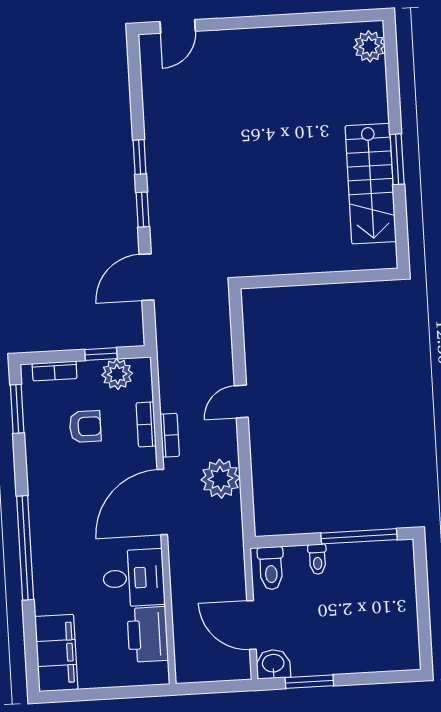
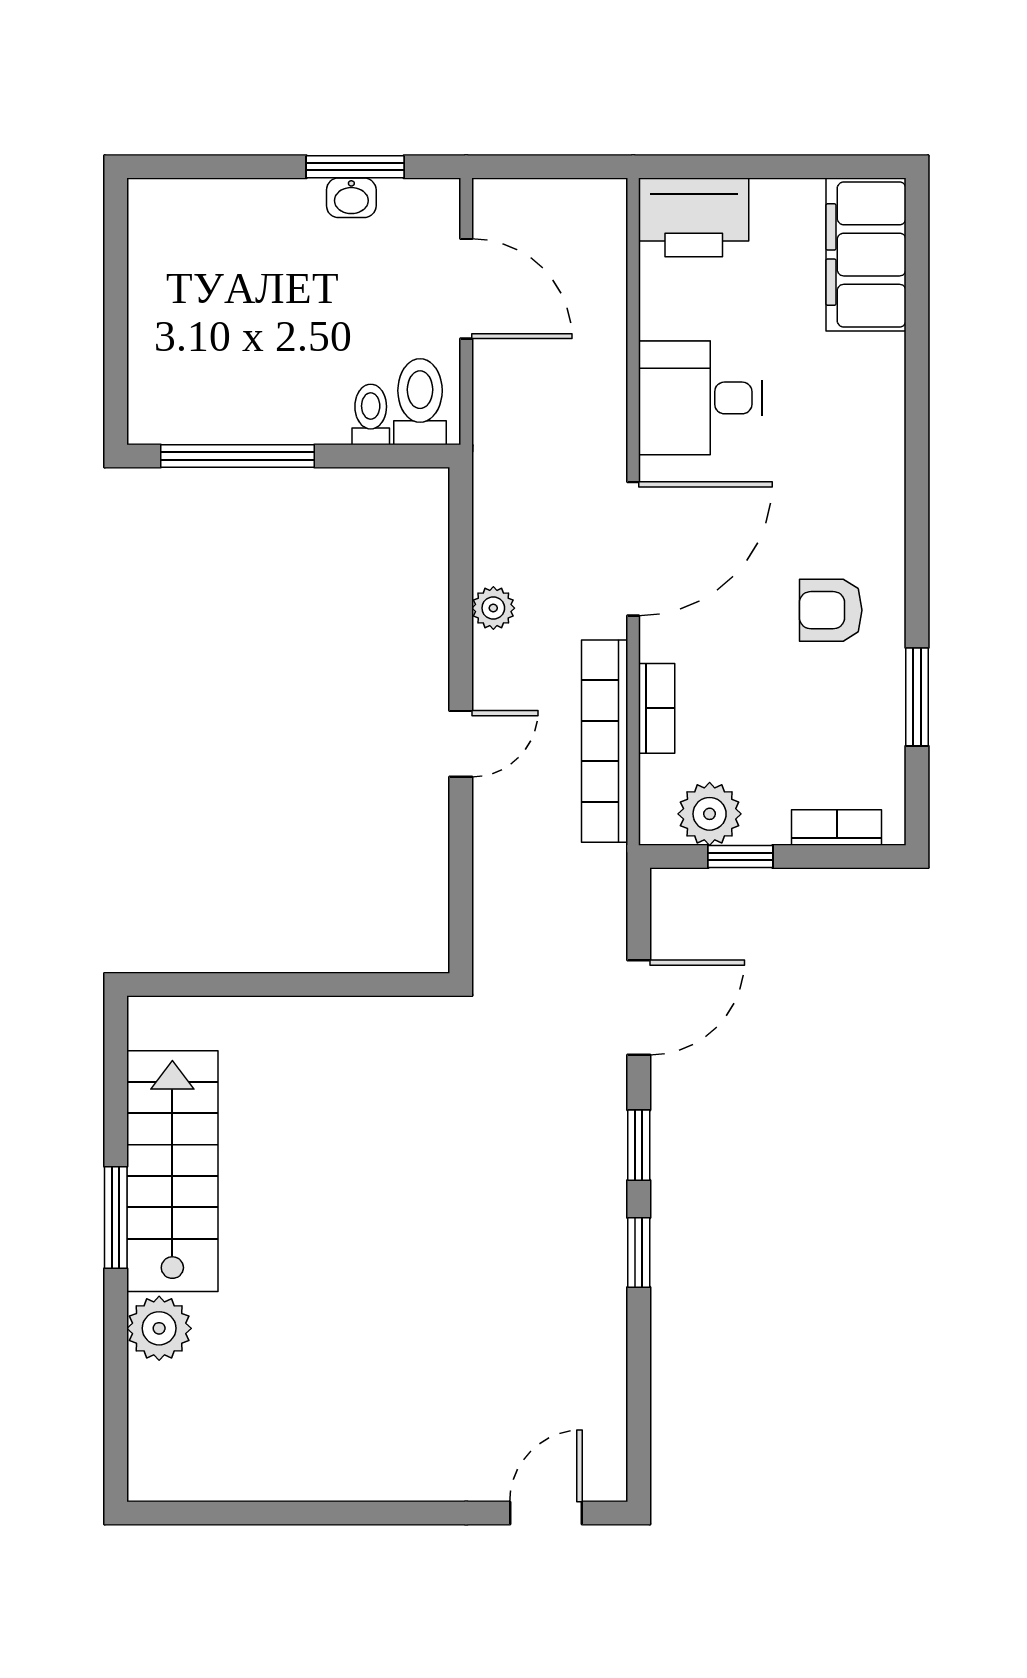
plant: (369, 46) -> (159, 1328), moved
window: (17, 409) -> (917, 697), moved
armchair: (85, 426) -> (831, 610), moved
bookcase: (170, 435) -> (605, 741), width x2.31, depth x1.31
plant: (220, 479) -> (493, 608), width x0.53, depth x0.53
window: (25, 548) -> (917, 472), removed
toilet: (317, 559) -> (371, 414), moved
printer: (148, 634) -> (694, 217), moved, turned 90
washbasin: (273, 664) -> (351, 198), moved, width x0.72, depth x0.69

